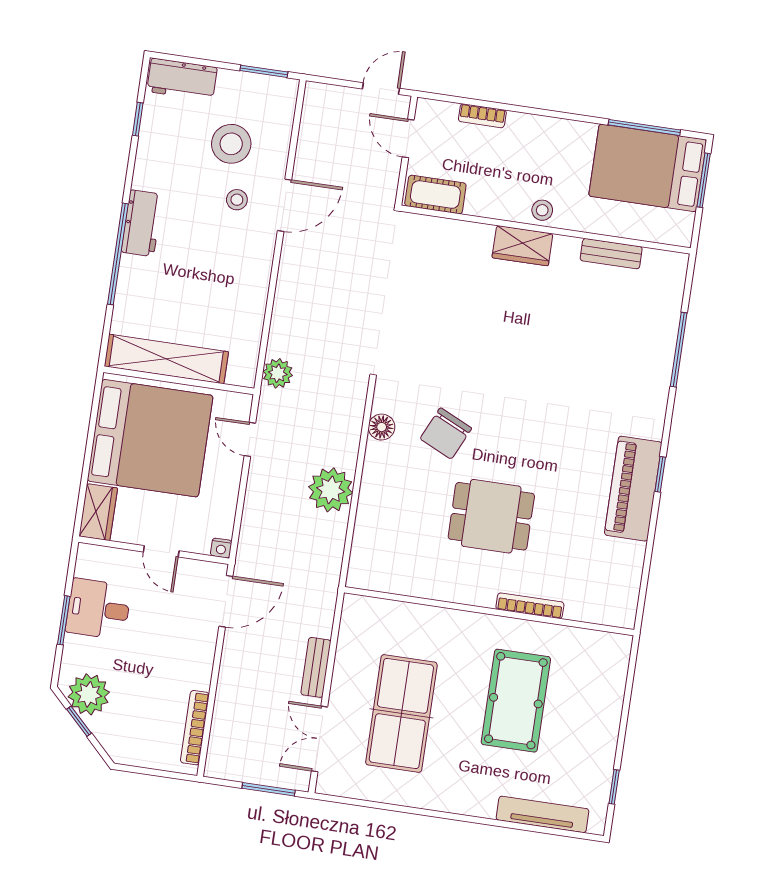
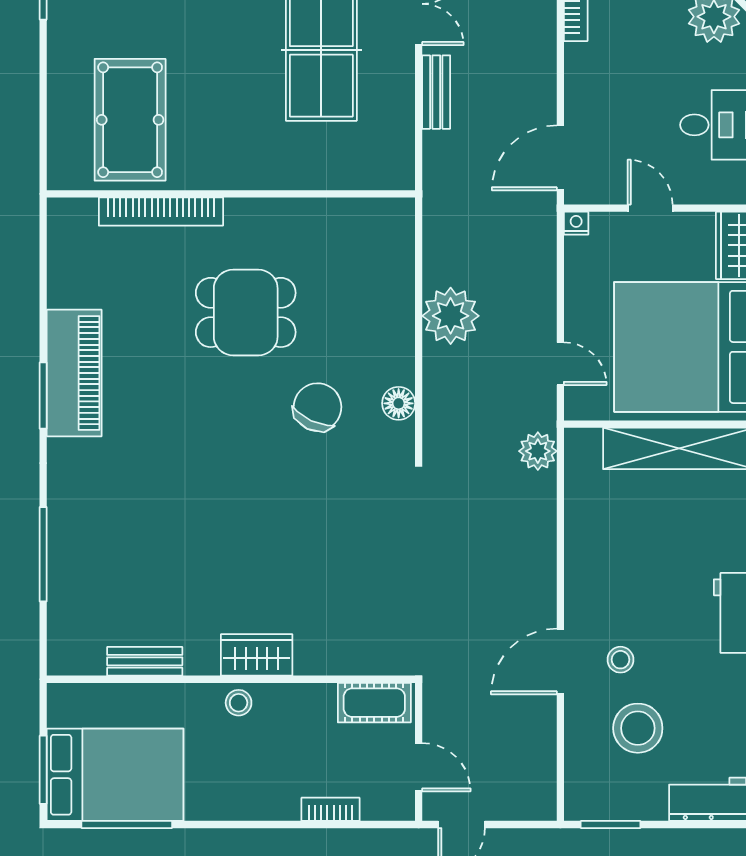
window: (660, 474) -> (43, 396), width x1.50
bookcase: (530, 606) -> (161, 212), width x1.48, depth x1.31
pool table: (516, 701) -> (130, 120), moved

